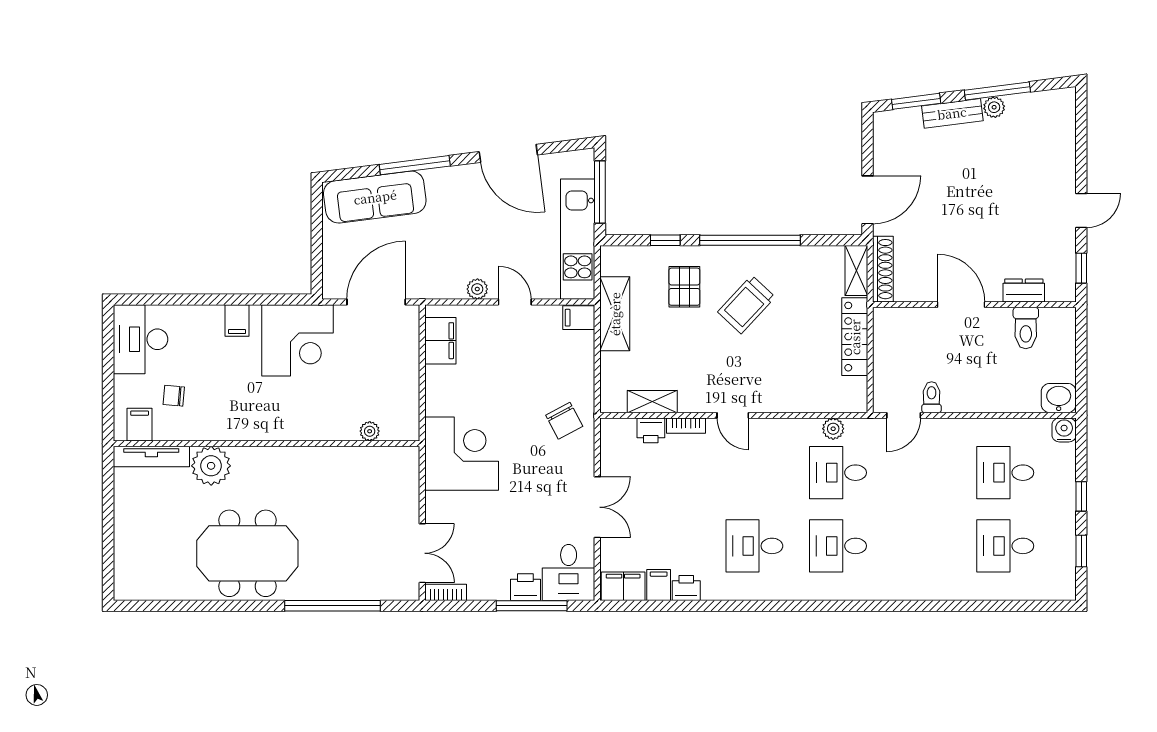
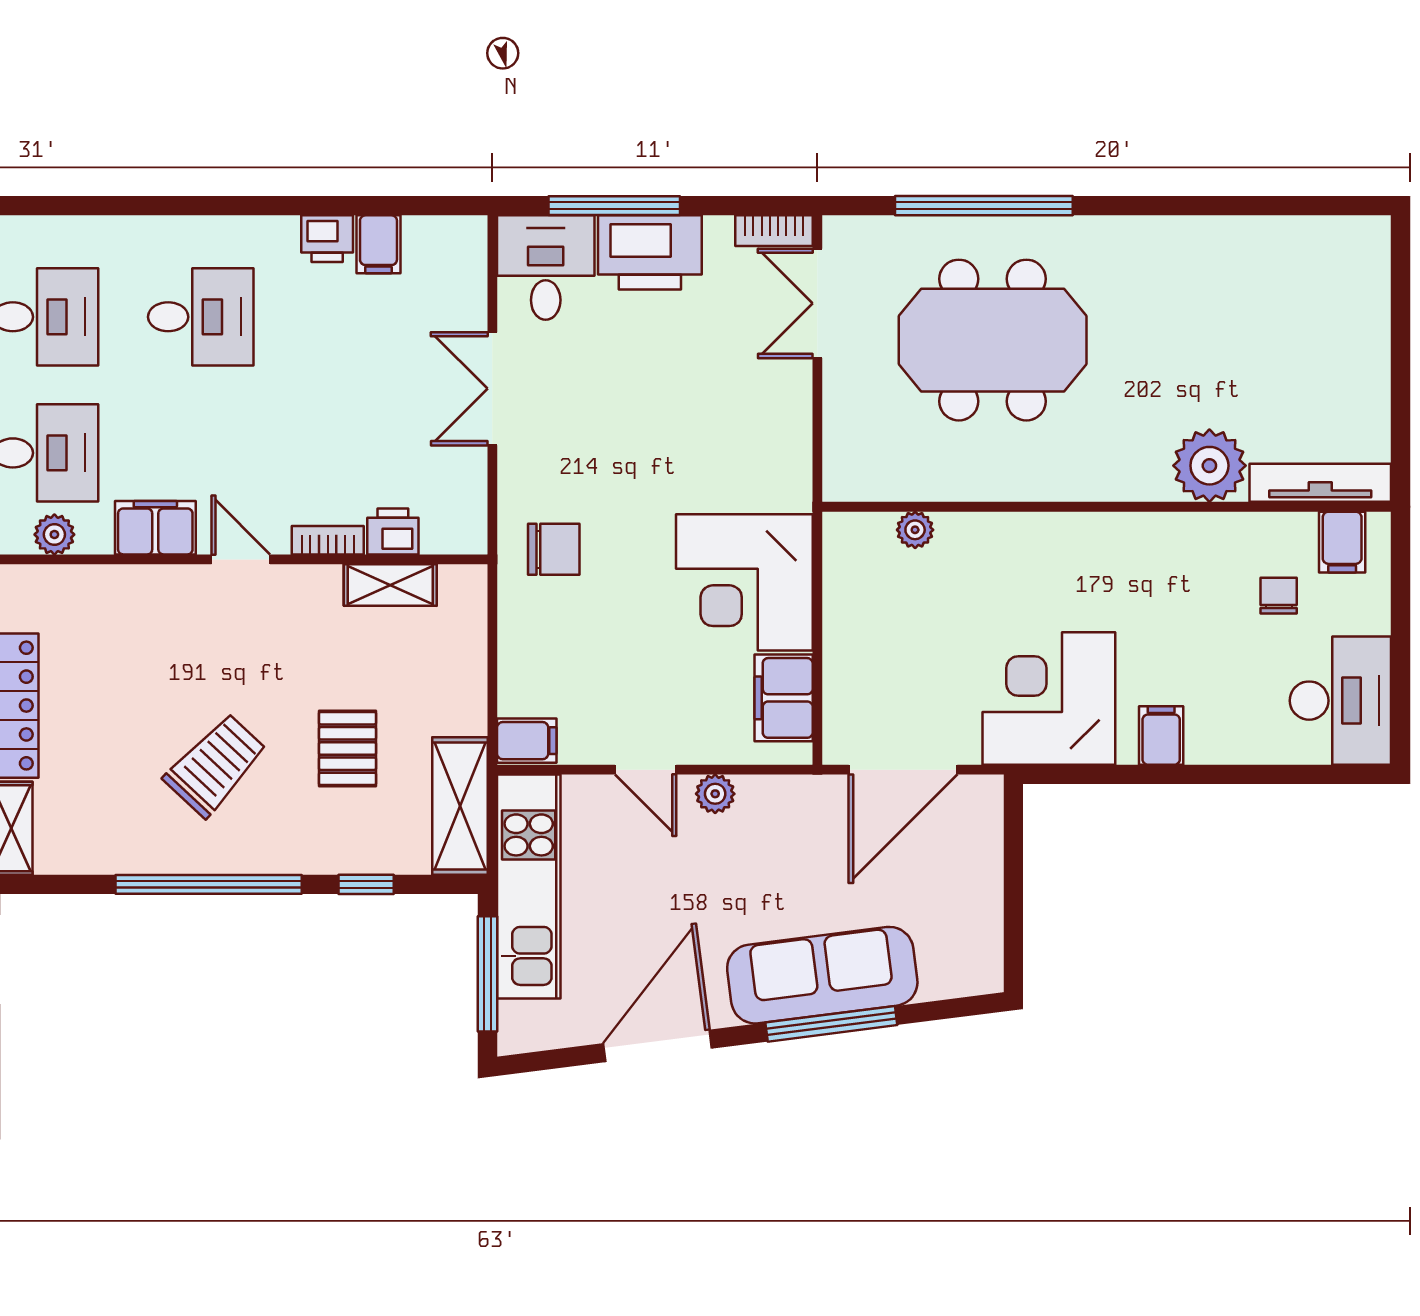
door: (508, 153) -> (658, 1046), hinge flipped
sofa: (375, 197) -> (822, 975), moved
pallet: (684, 287) -> (347, 749), moved
shelving: (615, 314) -> (460, 806), moved
chair: (174, 396) -> (1279, 596), turned -95
chair: (564, 421) -> (554, 549), turned 118
corner desk: (462, 454) -> (744, 582), moved
meeting table: (247, 553) -> (993, 340), moved
filing cabinet: (623, 586) -> (155, 528), moved, turned 180
printer: (525, 587) -> (650, 252), width x1.87, depth x1.48

